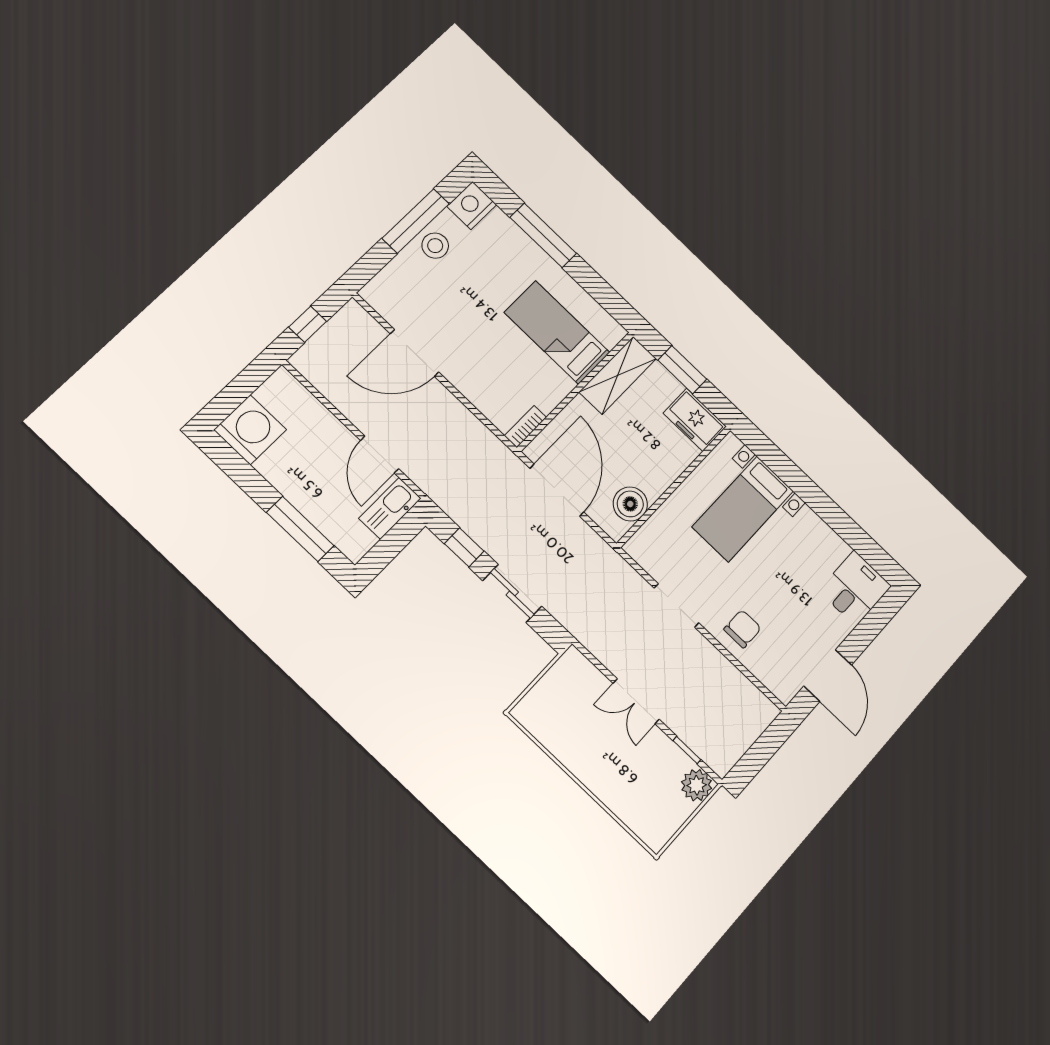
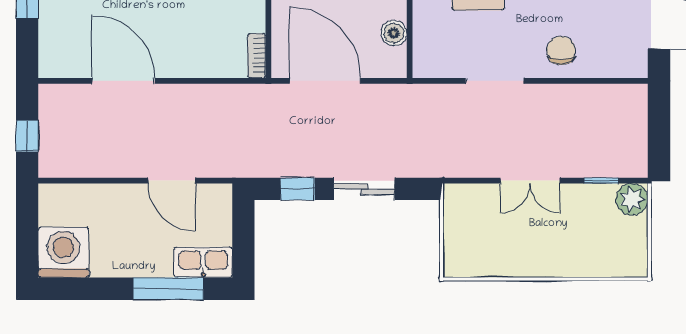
door: (414, 353) -> (123, 81), swing flipped
boiler: (630, 504) -> (394, 33), width x0.73, depth x0.73
kitchen sink: (390, 508) -> (203, 262), moved, turned 90

